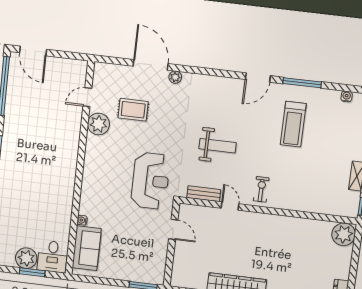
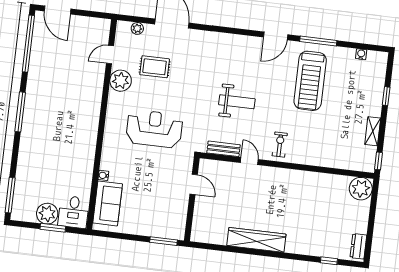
plant: (175, 77) -> (137, 28), moved
treadmill: (293, 124) -> (310, 81), width x1.37, depth x1.38
reception desk: (150, 181) -> (154, 129), moved, turned -90

